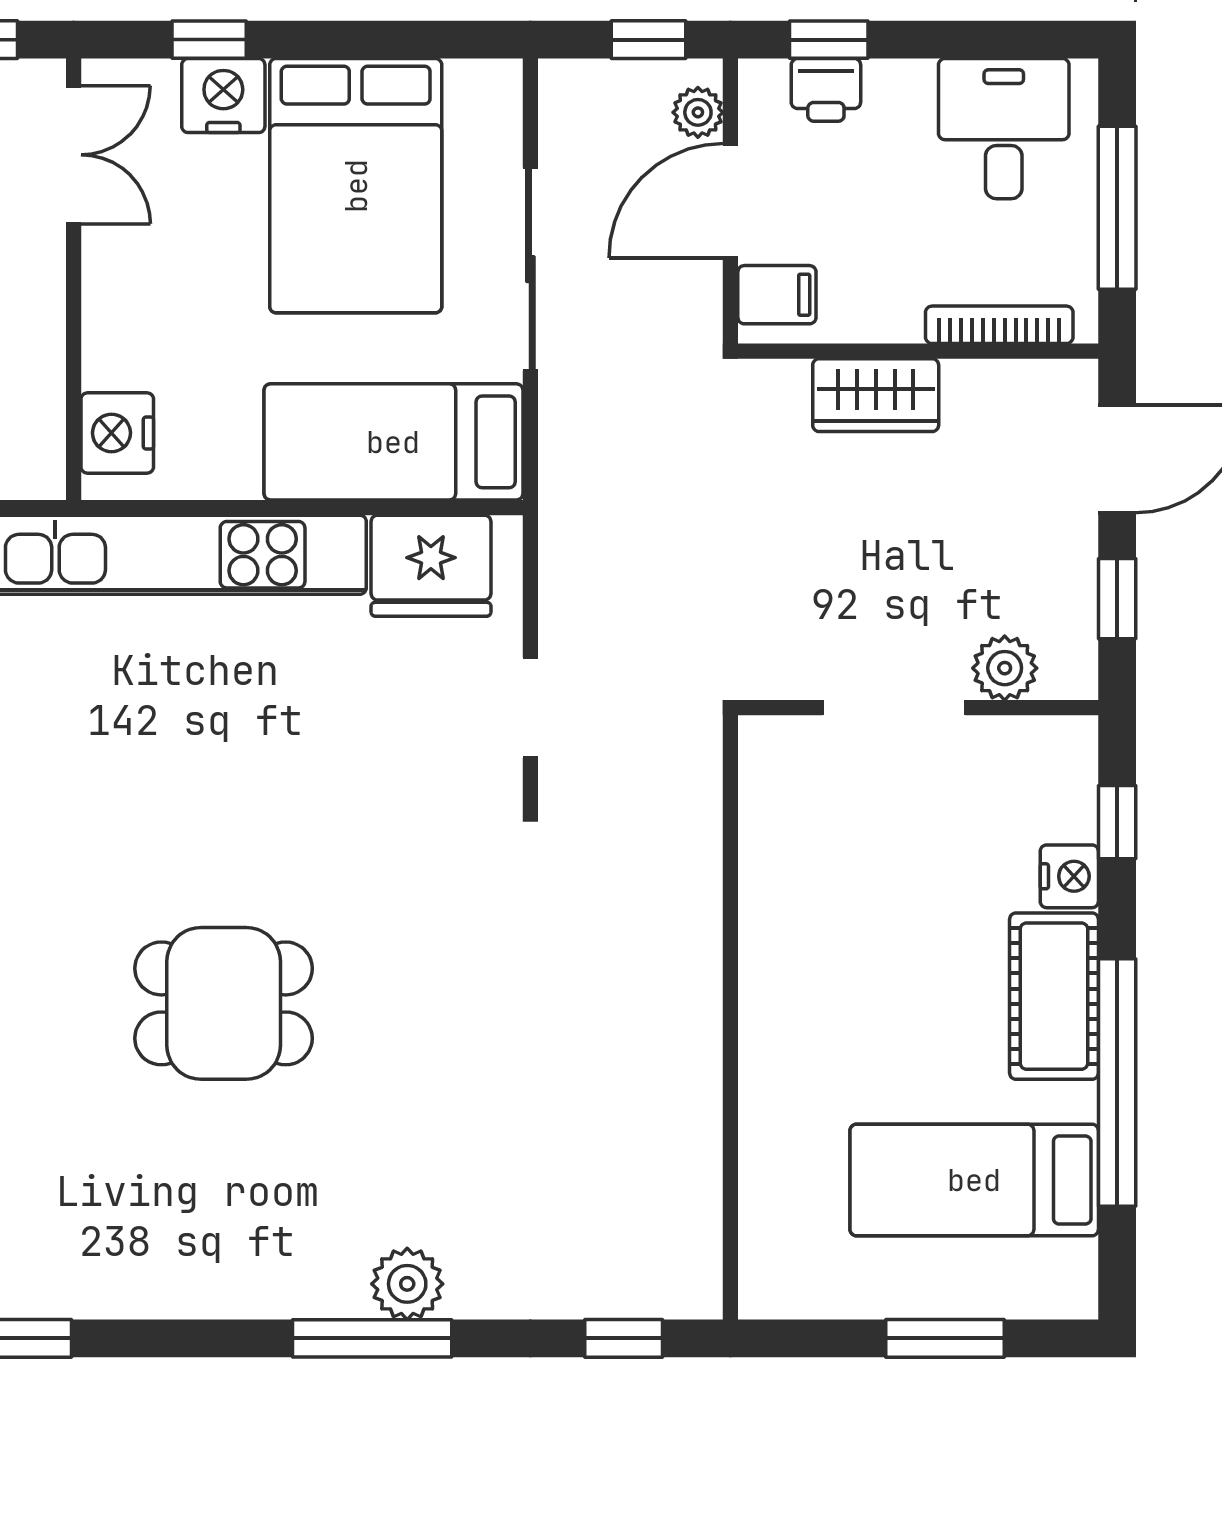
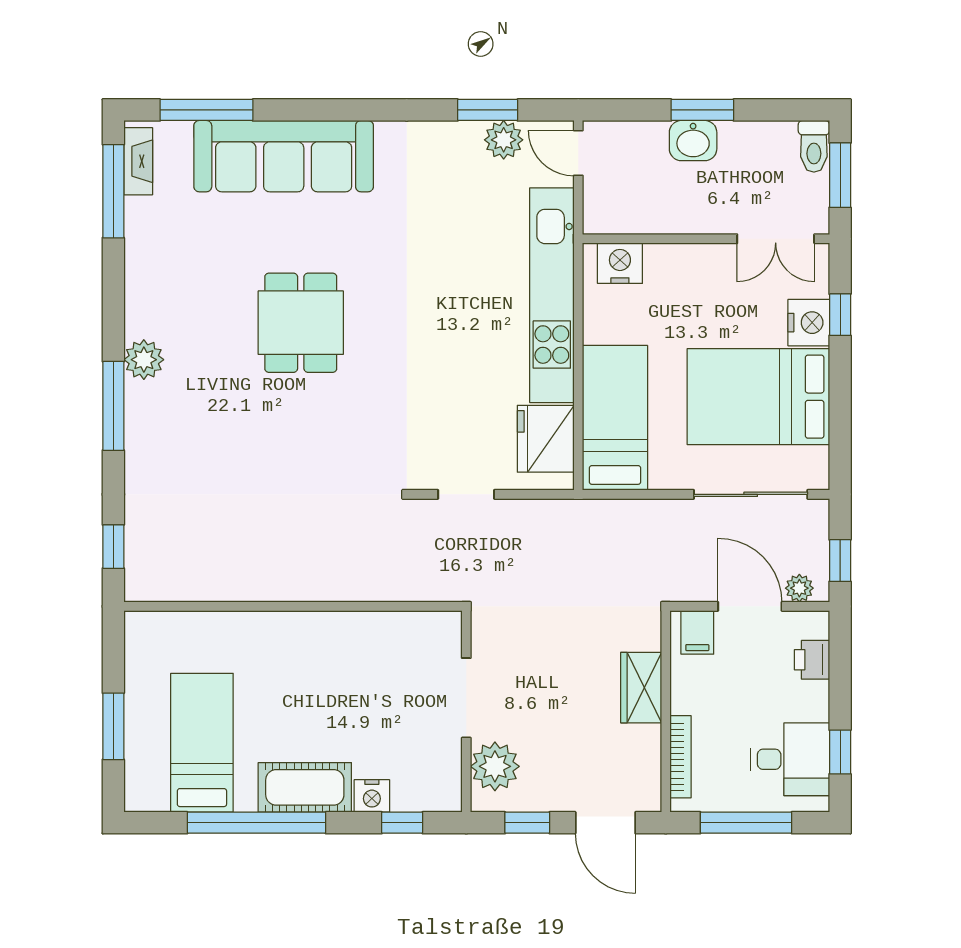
window: (829, 40) -> (840, 752), moved
sliding door: (530, 269) -> (751, 494), moved
plant: (1005, 668) -> (495, 766), width x1.36, depth x1.36
plant: (407, 1284) -> (144, 360), moved

